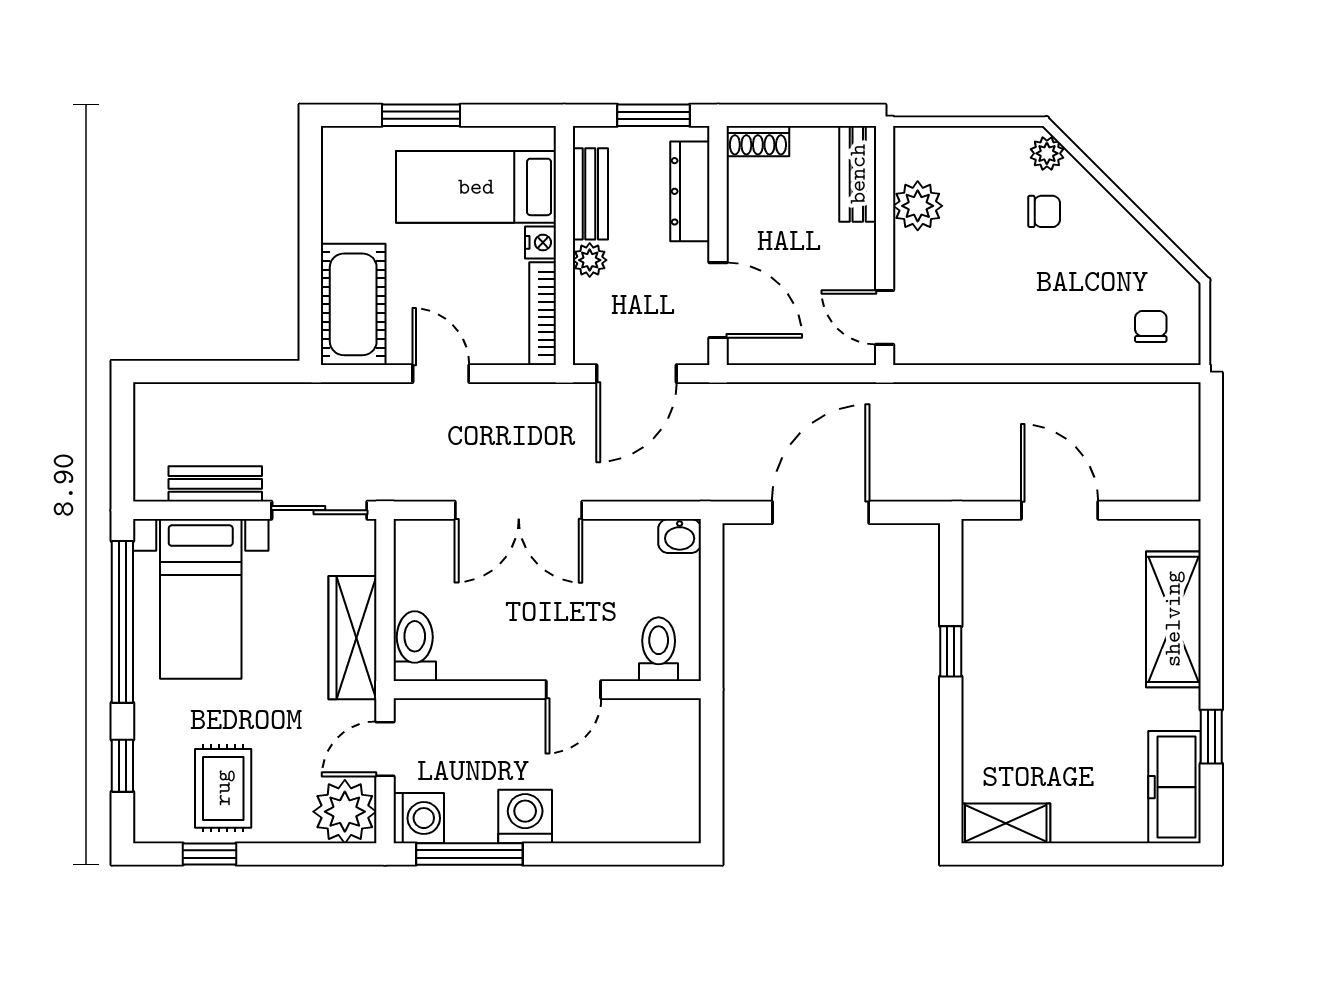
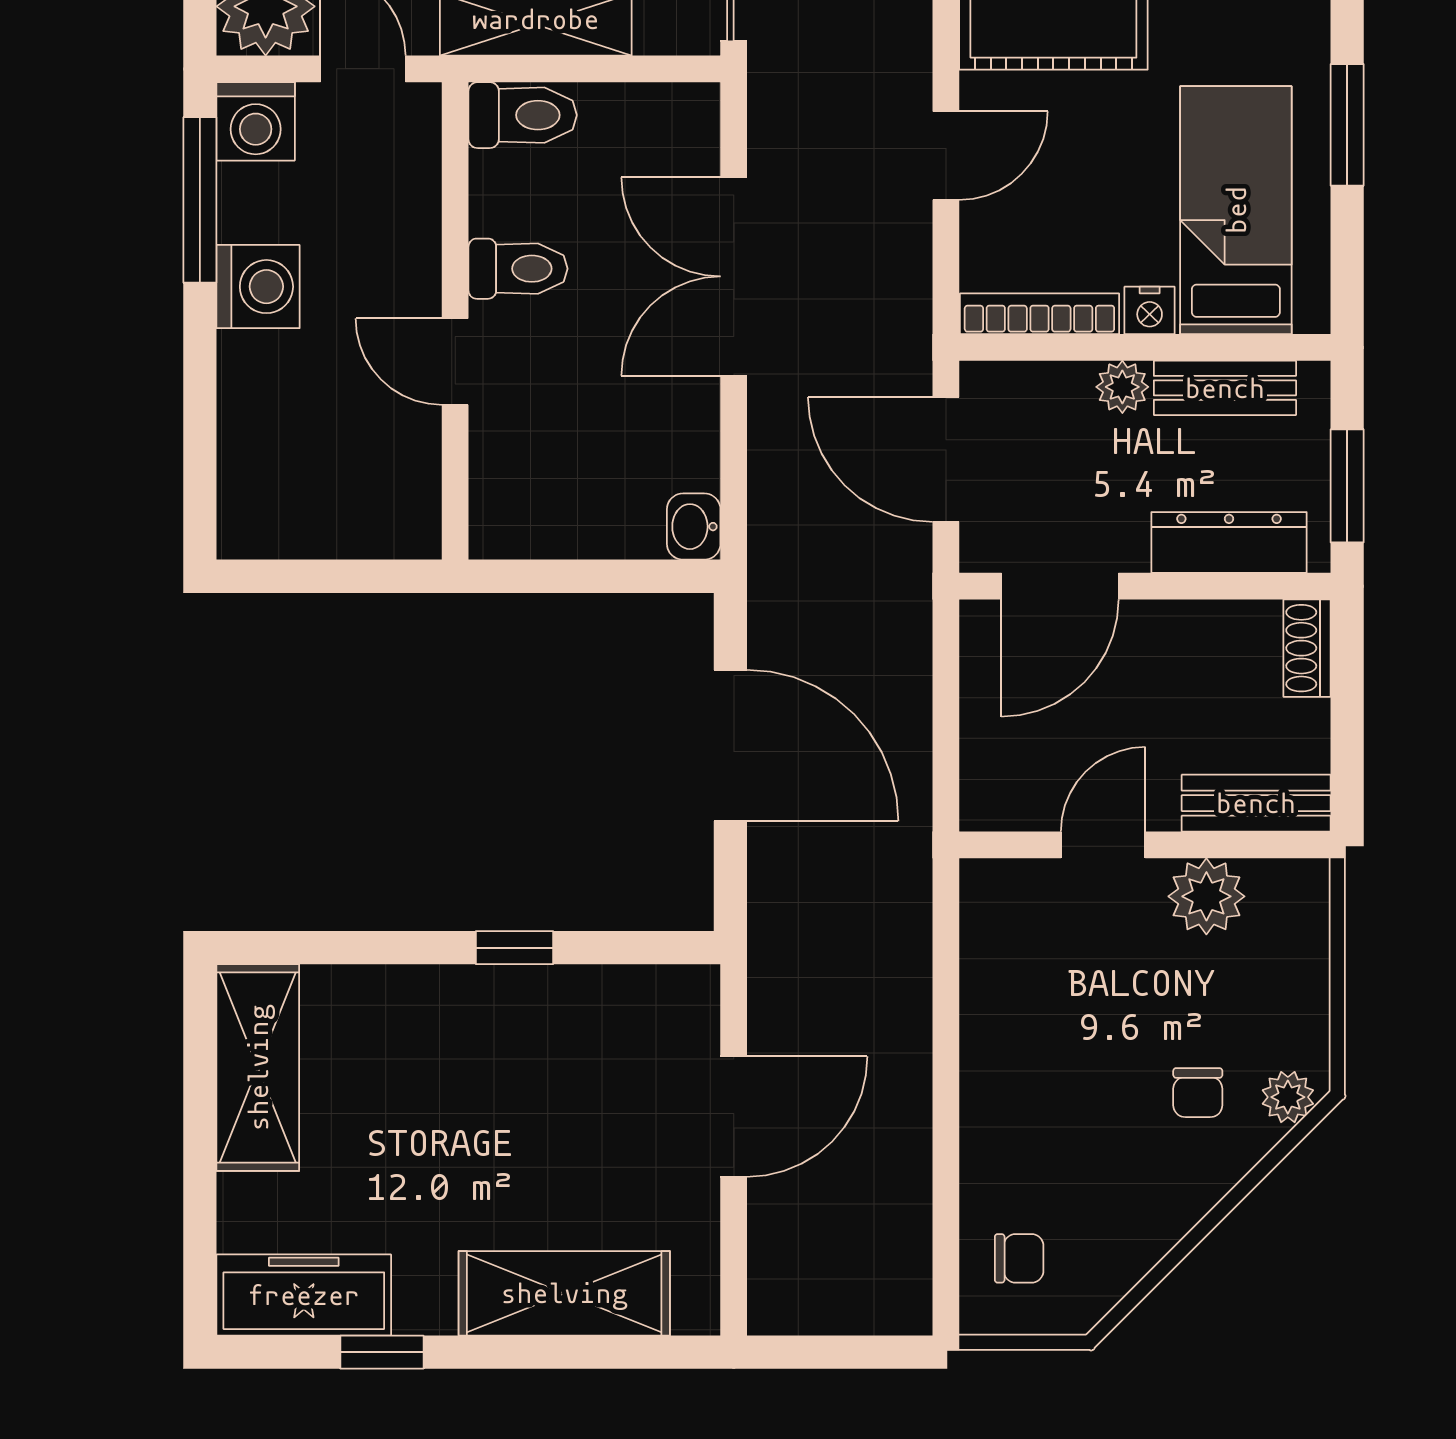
door: (885, 317) -> (1103, 845), moved
toilet: (659, 649) -> (518, 269), moved
shelving: (1006, 823) -> (258, 1068), width x1.50, depth x1.33

